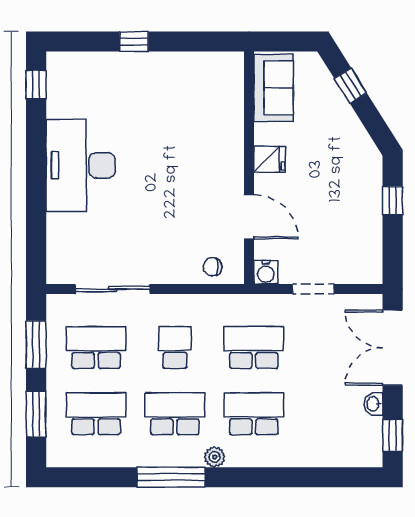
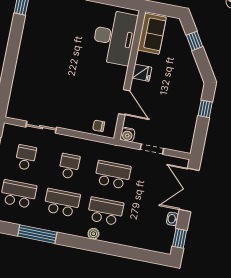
desk: (81, 165) -> (114, 37), moved, turned 180
sliding door: (113, 289) -> (41, 127), width x0.73
school desk: (96, 347) -> (26, 158), width x0.54
plant: (215, 457) -> (93, 234), moved
window: (171, 477) -> (37, 234), moved

